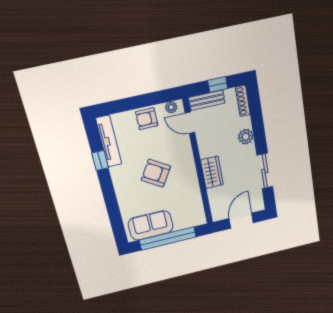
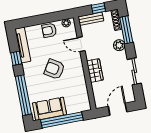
window: (256, 115) -> (126, 30), added
door: (190, 123) -> (81, 44), moved
window: (113, 210) -> (23, 95), added

